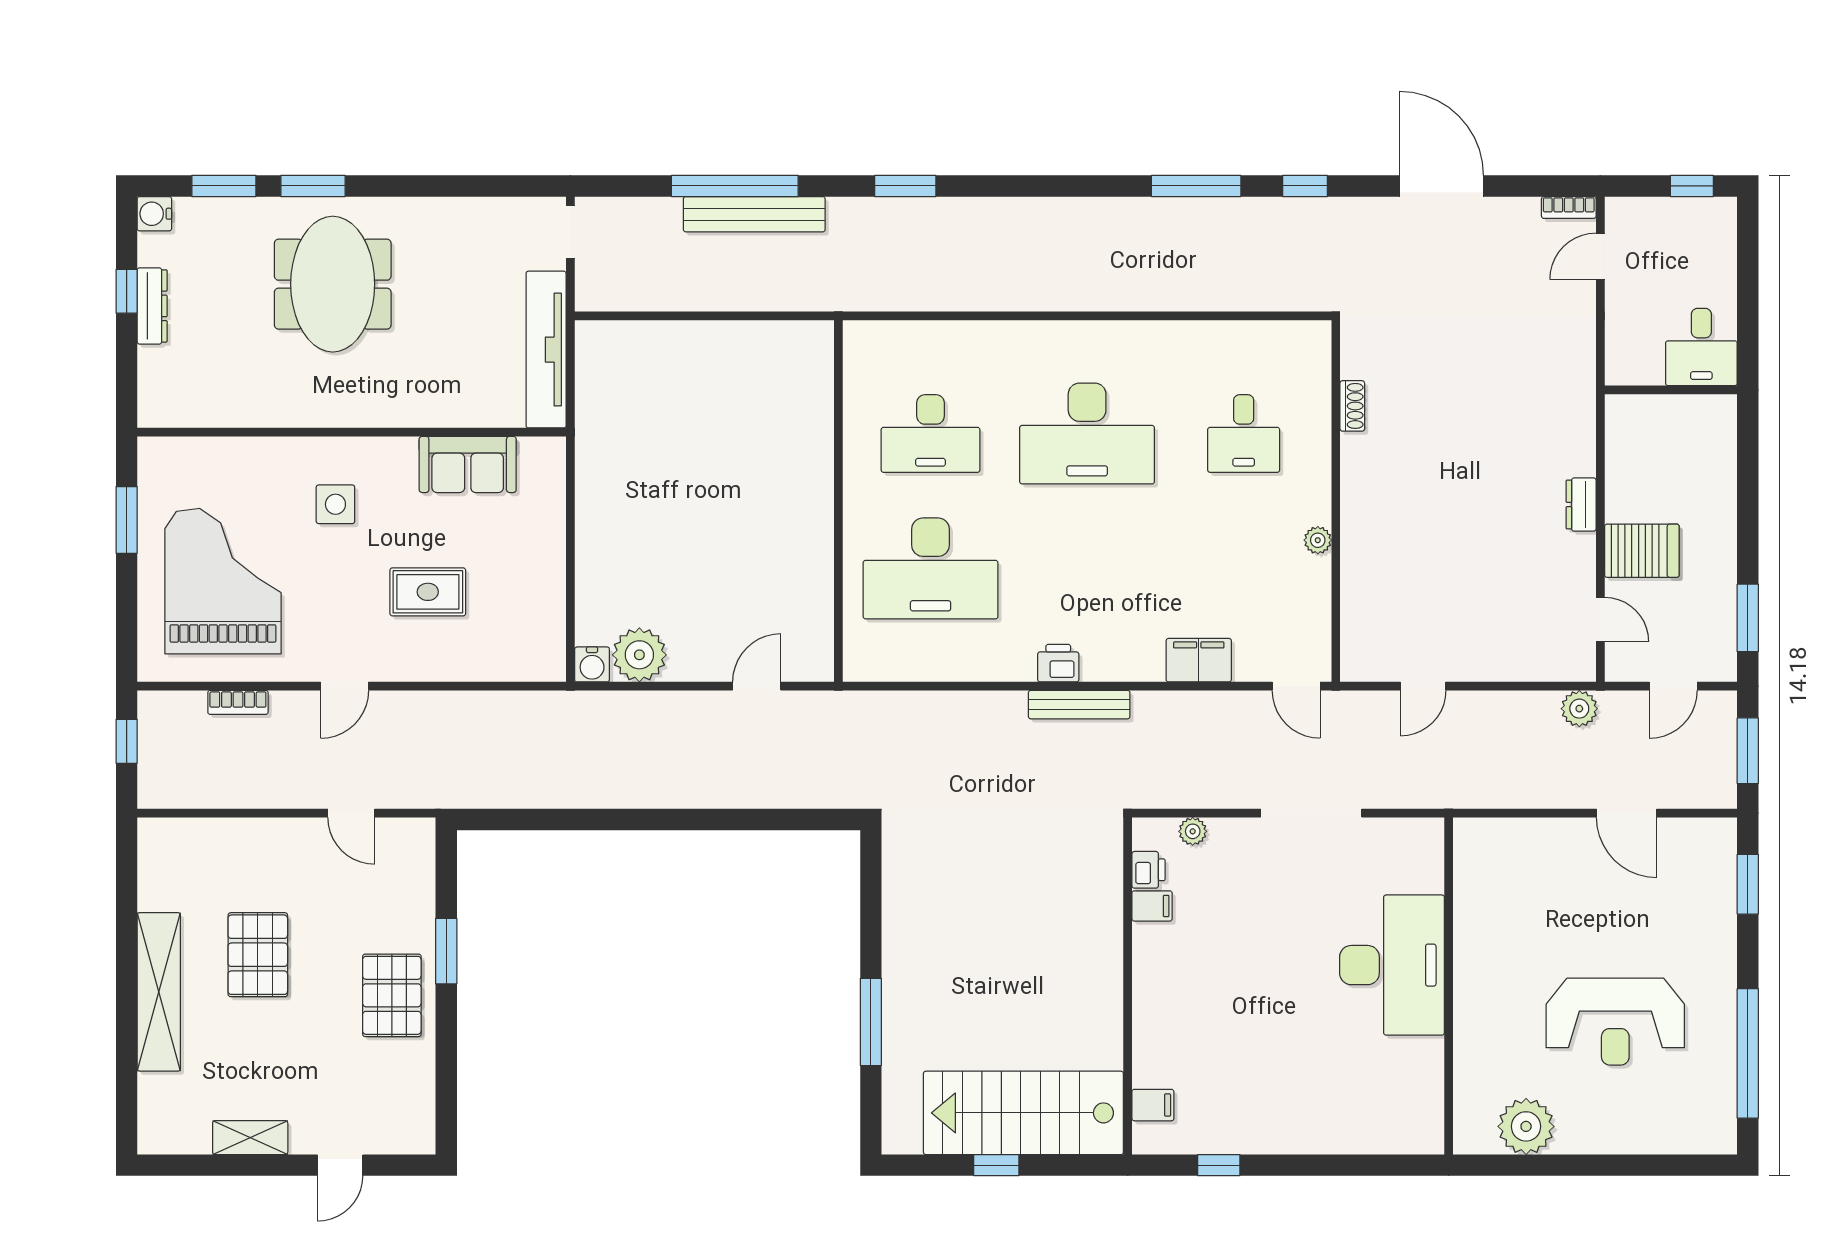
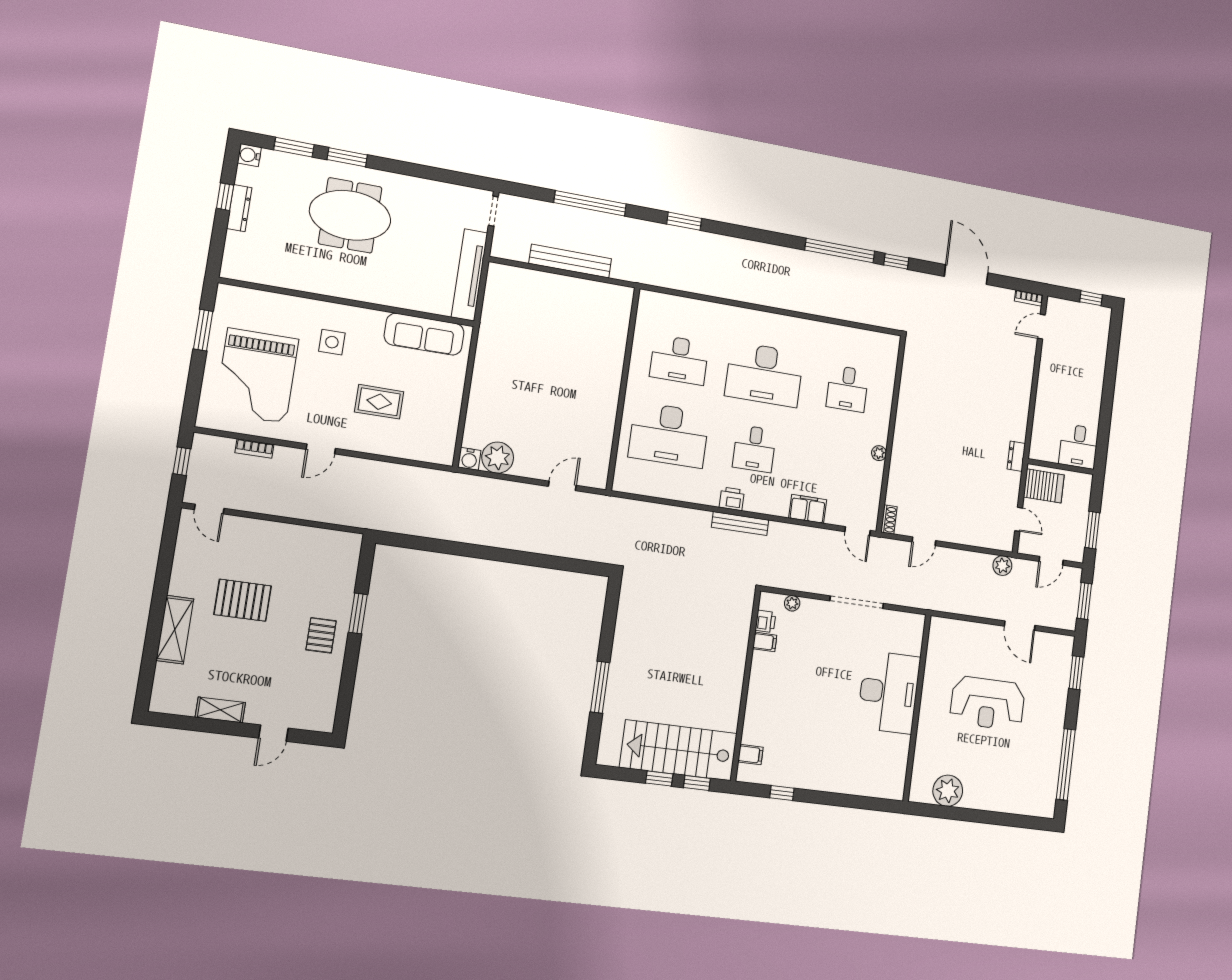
window: (1196, 186) -> (840, 251), width x1.46
bench: (754, 214) -> (570, 261), moved
meeting table: (333, 284) -> (350, 215), turned 90
desk: (1701, 347) -> (1079, 446), moved
wall: (1671, 390) -> (1061, 467), moved
shoe rack: (1352, 406) -> (889, 519), moved
sofa: (468, 464) -> (424, 334), width x1.36
desk: (1087, 568) -> (754, 449), added
grand piano: (223, 581) -> (257, 376), turned 180
door: (351, 813) -> (209, 509), moved
pallet: (258, 955) -> (243, 600), turned 90
shelving: (159, 992) -> (175, 630), width x0.68
pallet: (392, 995) -> (321, 635), width x0.67, depth x0.71
reception desk: (1615, 1022) -> (988, 703), moved
window: (1064, 1165) -> (697, 783), added

